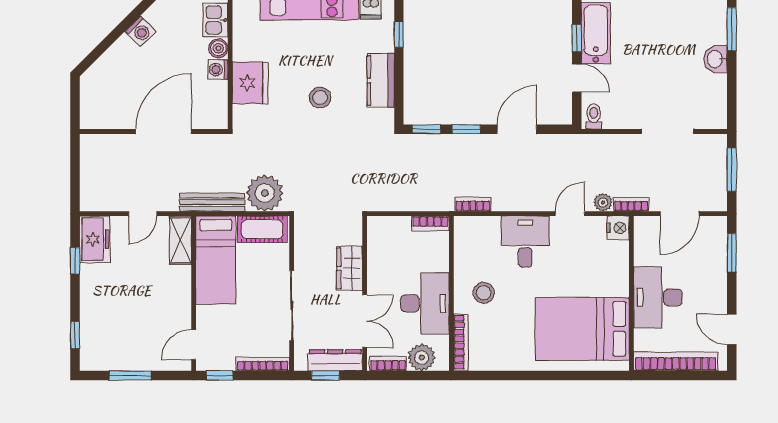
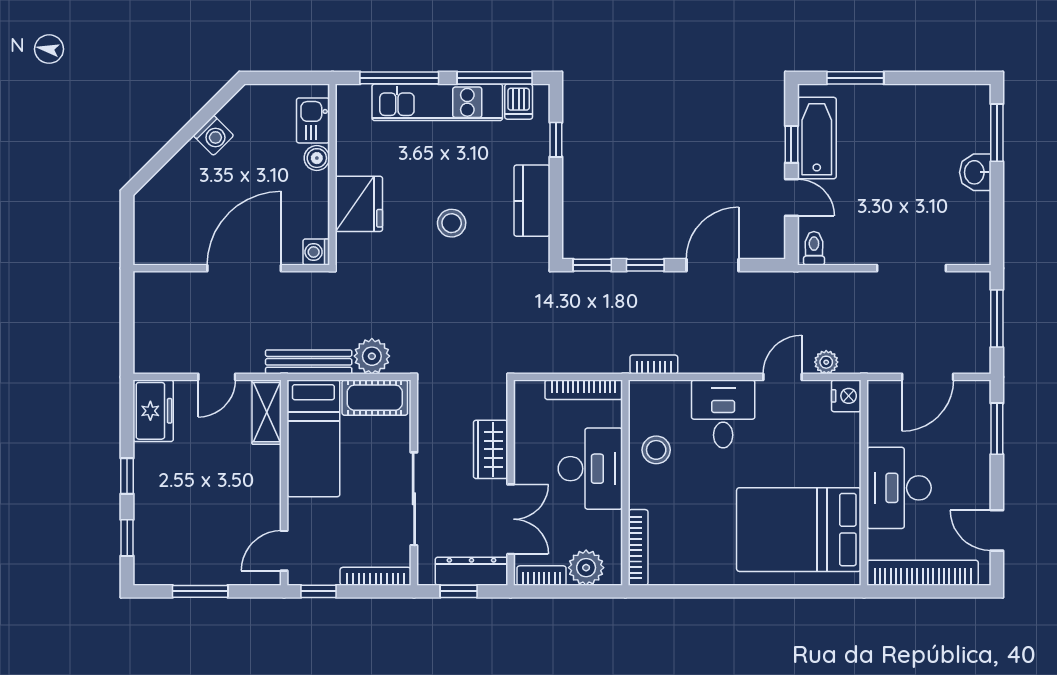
washing machine: (218, 70) -> (316, 252), moved
plant: (265, 193) -> (372, 356), width x0.73, depth x0.73
bookcase: (631, 204) -> (864, 365), removed
bookcase: (430, 223) -> (584, 390), width x1.56
window: (75, 261) -> (127, 476), moved
stool: (484, 293) -> (656, 450), moved
desk: (425, 303) -> (590, 469), moved

